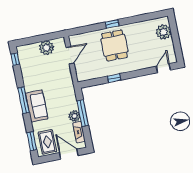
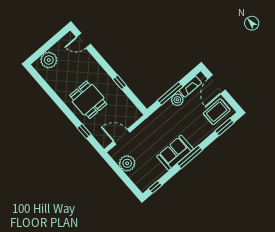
window: (112, 24) -> (84, 131), moved
dining table: (114, 45) -> (88, 100), turned 90
sofa: (37, 106) -> (175, 153), moved

